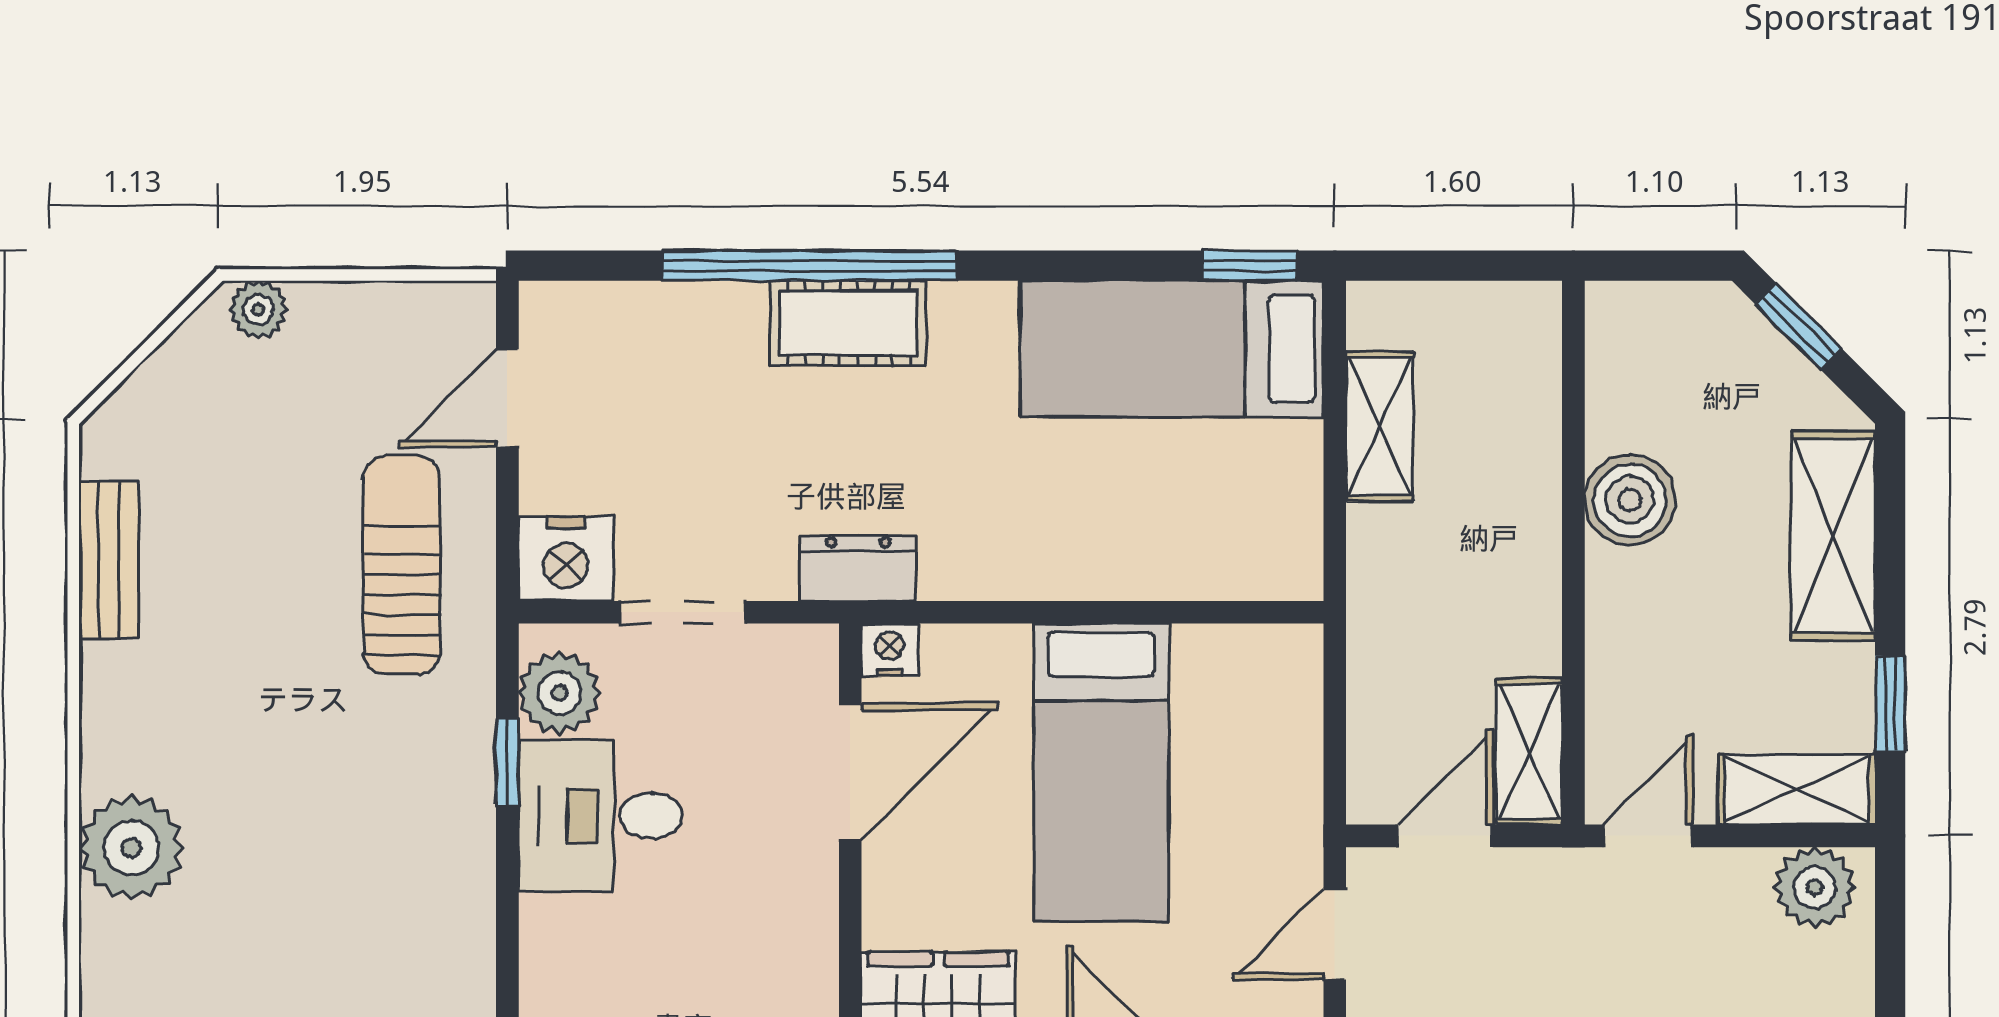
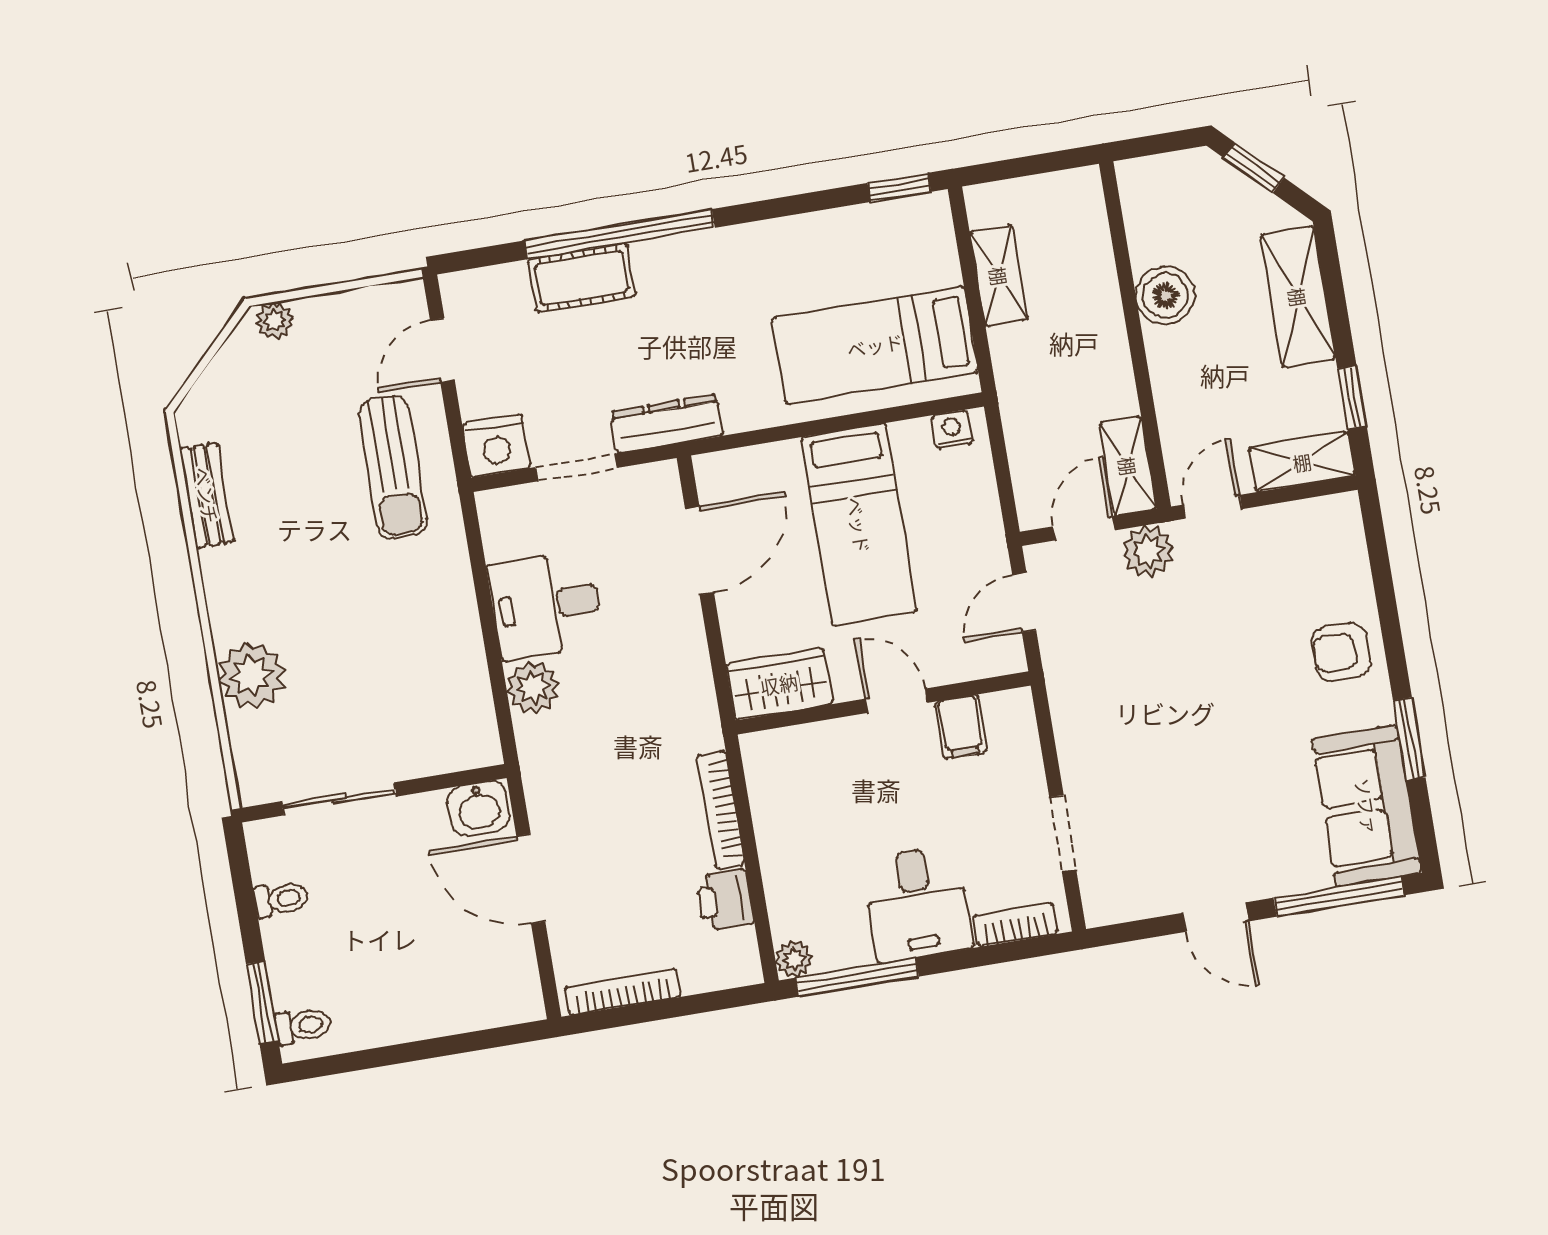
cot: (849, 323) -> (582, 278), moved
bed: (1172, 349) -> (875, 345), moved
sun lounger: (402, 565) -> (393, 467), turned 180
dresser: (858, 568) -> (667, 424), width x1.44
nightstand: (890, 650) -> (952, 429), moved
plant: (560, 693) -> (533, 688), moved
window: (507, 762) -> (481, 581), removed
plant: (1815, 887) -> (1148, 551), moved

